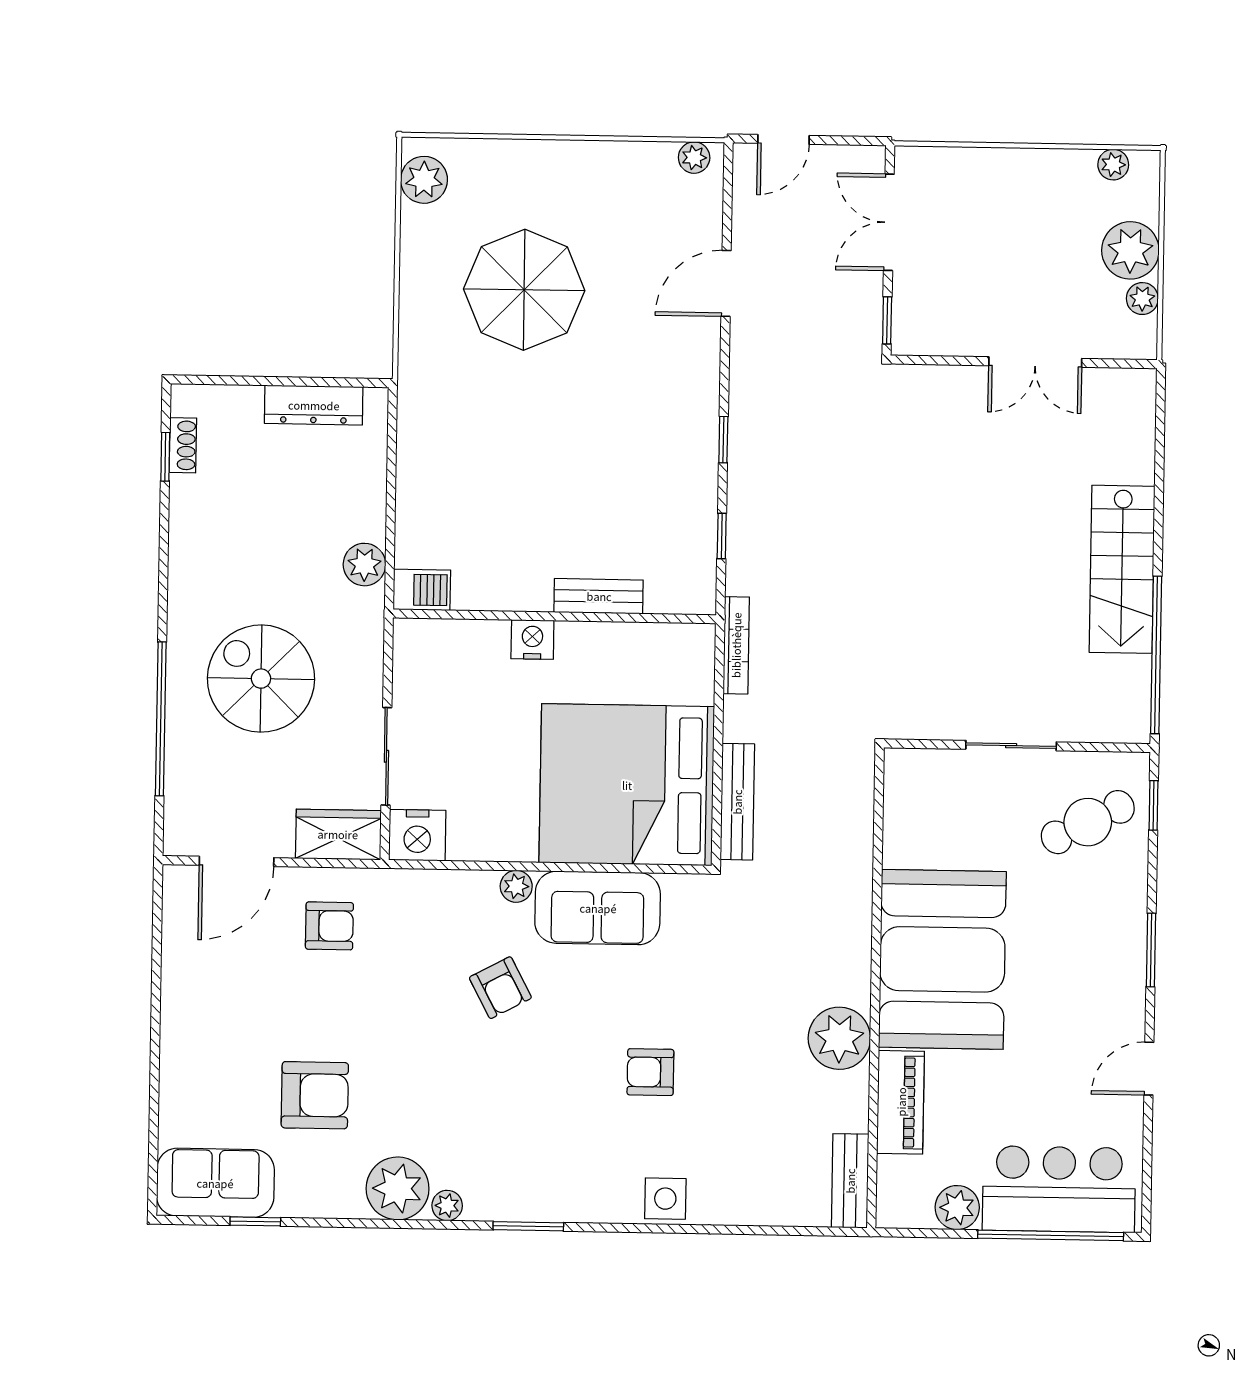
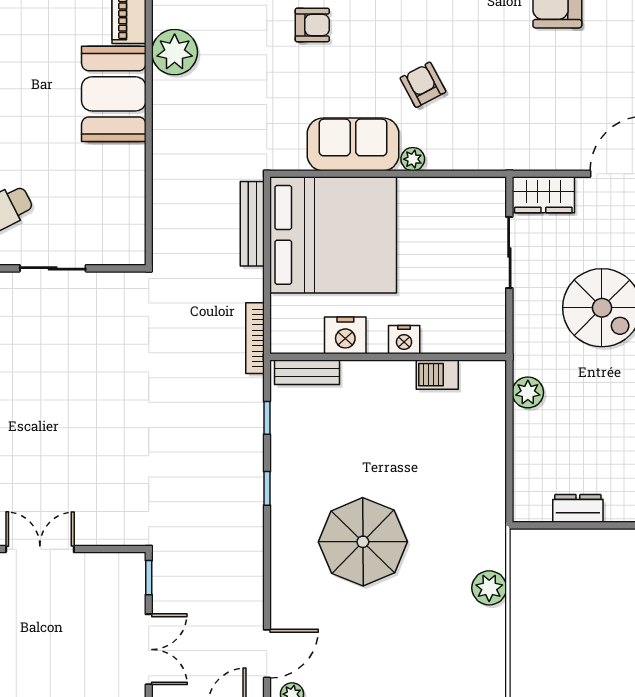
plant: (424, 180) -> (489, 588), moved
door: (726, 283) -> (267, 654), moved
parasol: (524, 290) -> (363, 542), moved
dresser: (314, 405) -> (578, 508), width x0.70
barbecue: (422, 590) -> (437, 375), moved
bench: (599, 596) -> (307, 372), moved
nightstand: (417, 835) -> (345, 335), moved, turned 180
armchair: (329, 926) -> (549, 128), removed
booth: (942, 959) -> (114, 94), width x0.73, depth x0.70

